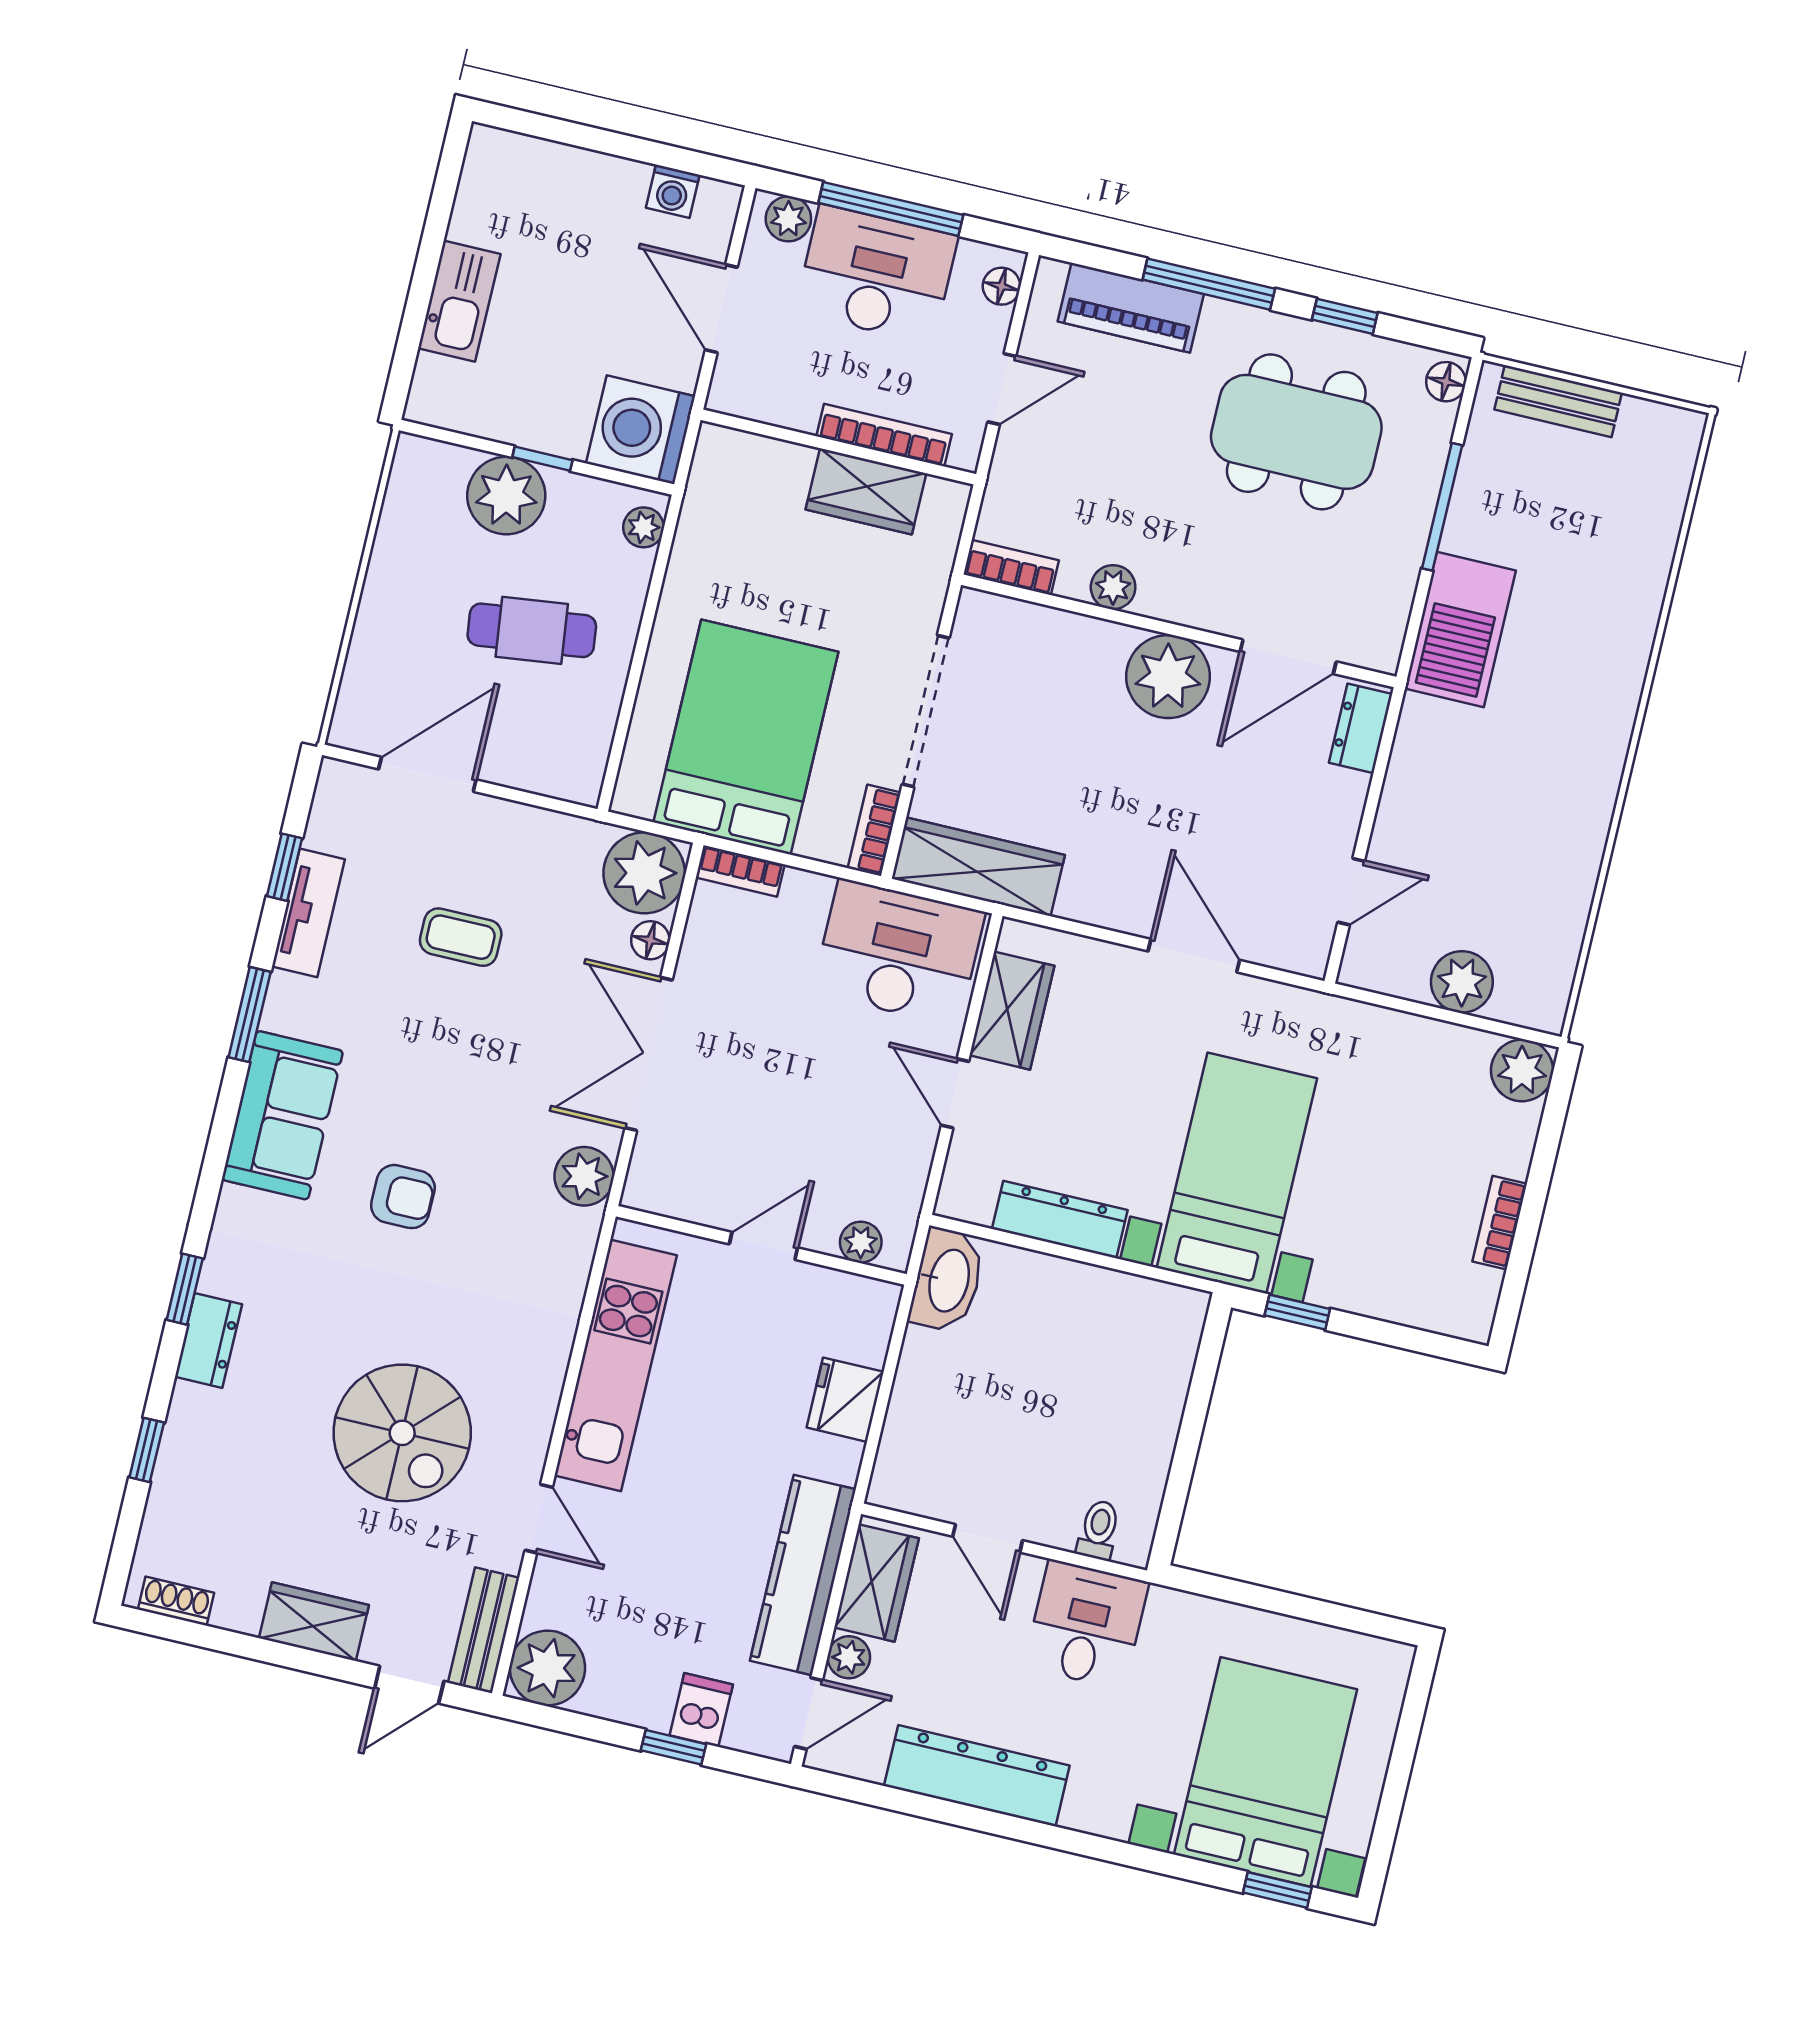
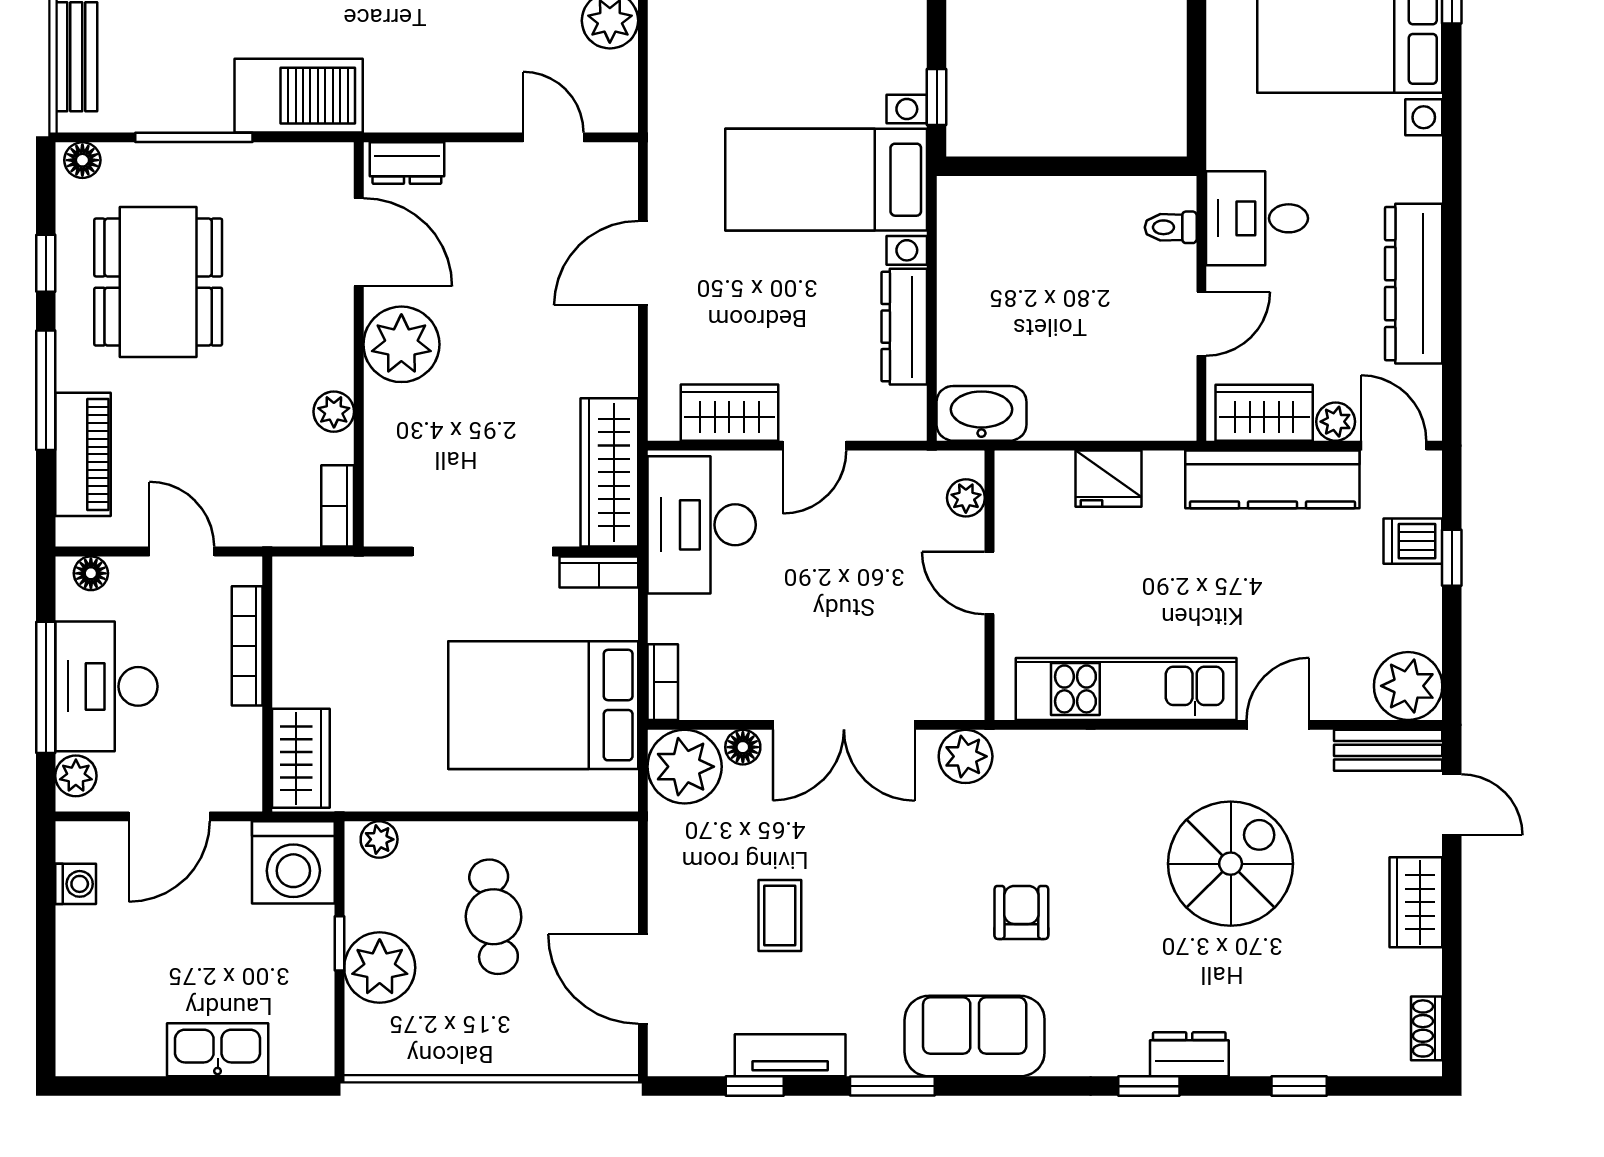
wardrobe: (866, 491) -> (301, 758), moved

